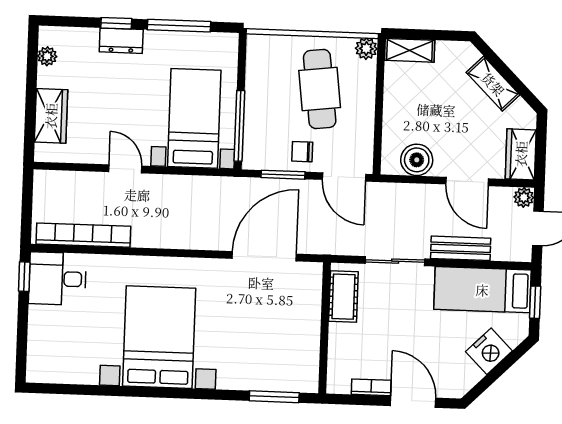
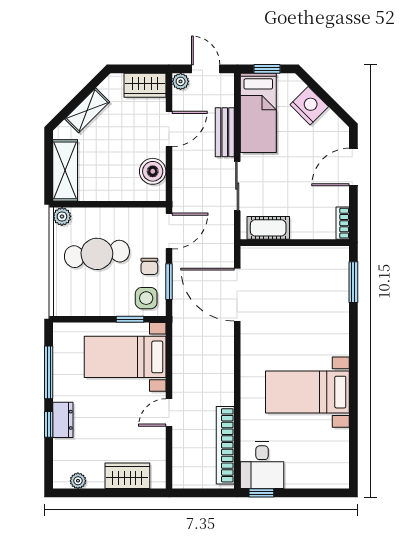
shelving: (410, 50) -> (65, 170), width x1.50, depth x1.33
window: (239, 126) -> (130, 319), width x0.46
side table: (264, 146) -> (146, 298), added
bed with nightstands: (159, 337) -> (307, 392), width x0.73
bookcase: (371, 387) -> (343, 223), moved

